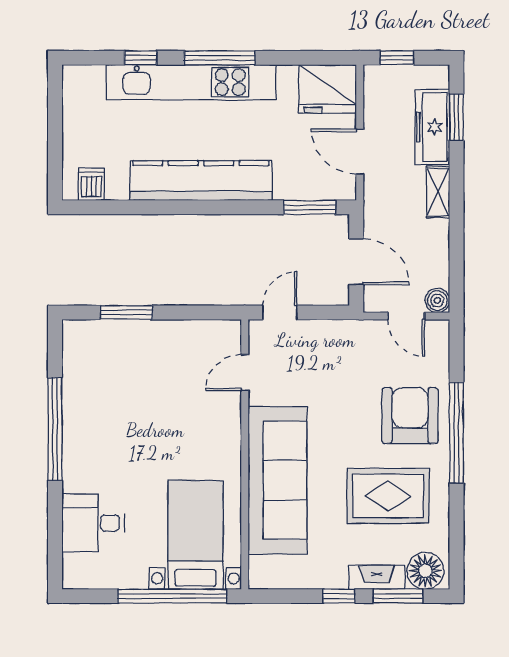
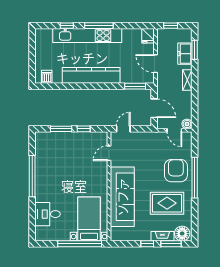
fridge: (328, 89) -> (148, 36), width x0.53, depth x0.75
freezer: (432, 127) -> (185, 54), width x0.71
window: (182, 312) -> (84, 129), added

